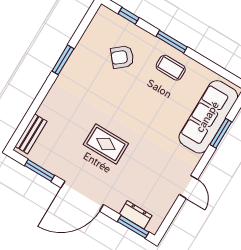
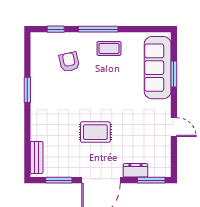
window: (172, 42) -> (98, 29), width x1.44
armchair: (122, 57) -> (69, 62), turned 118
dresser: (136, 215) -> (136, 170), moved

